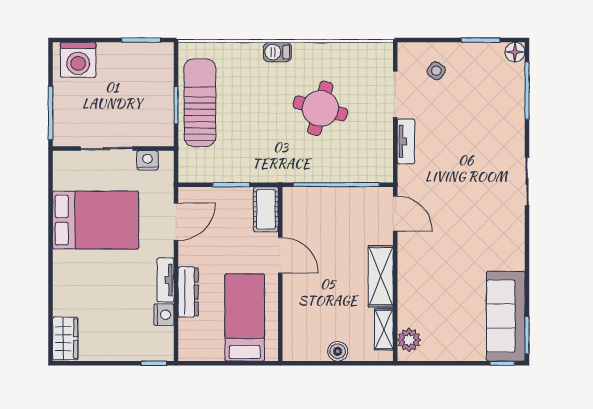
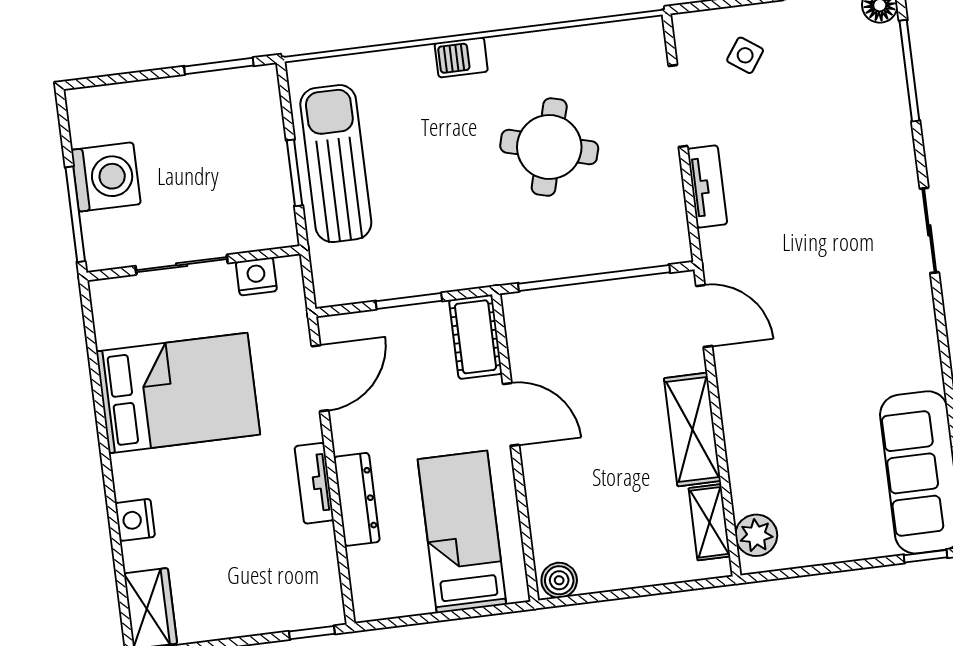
washing machine: (78, 60) -> (106, 177), moved, turned -90
nightstand: (164, 315) -> (135, 520), moved, turned 180
boiler: (338, 351) -> (559, 580), moved

